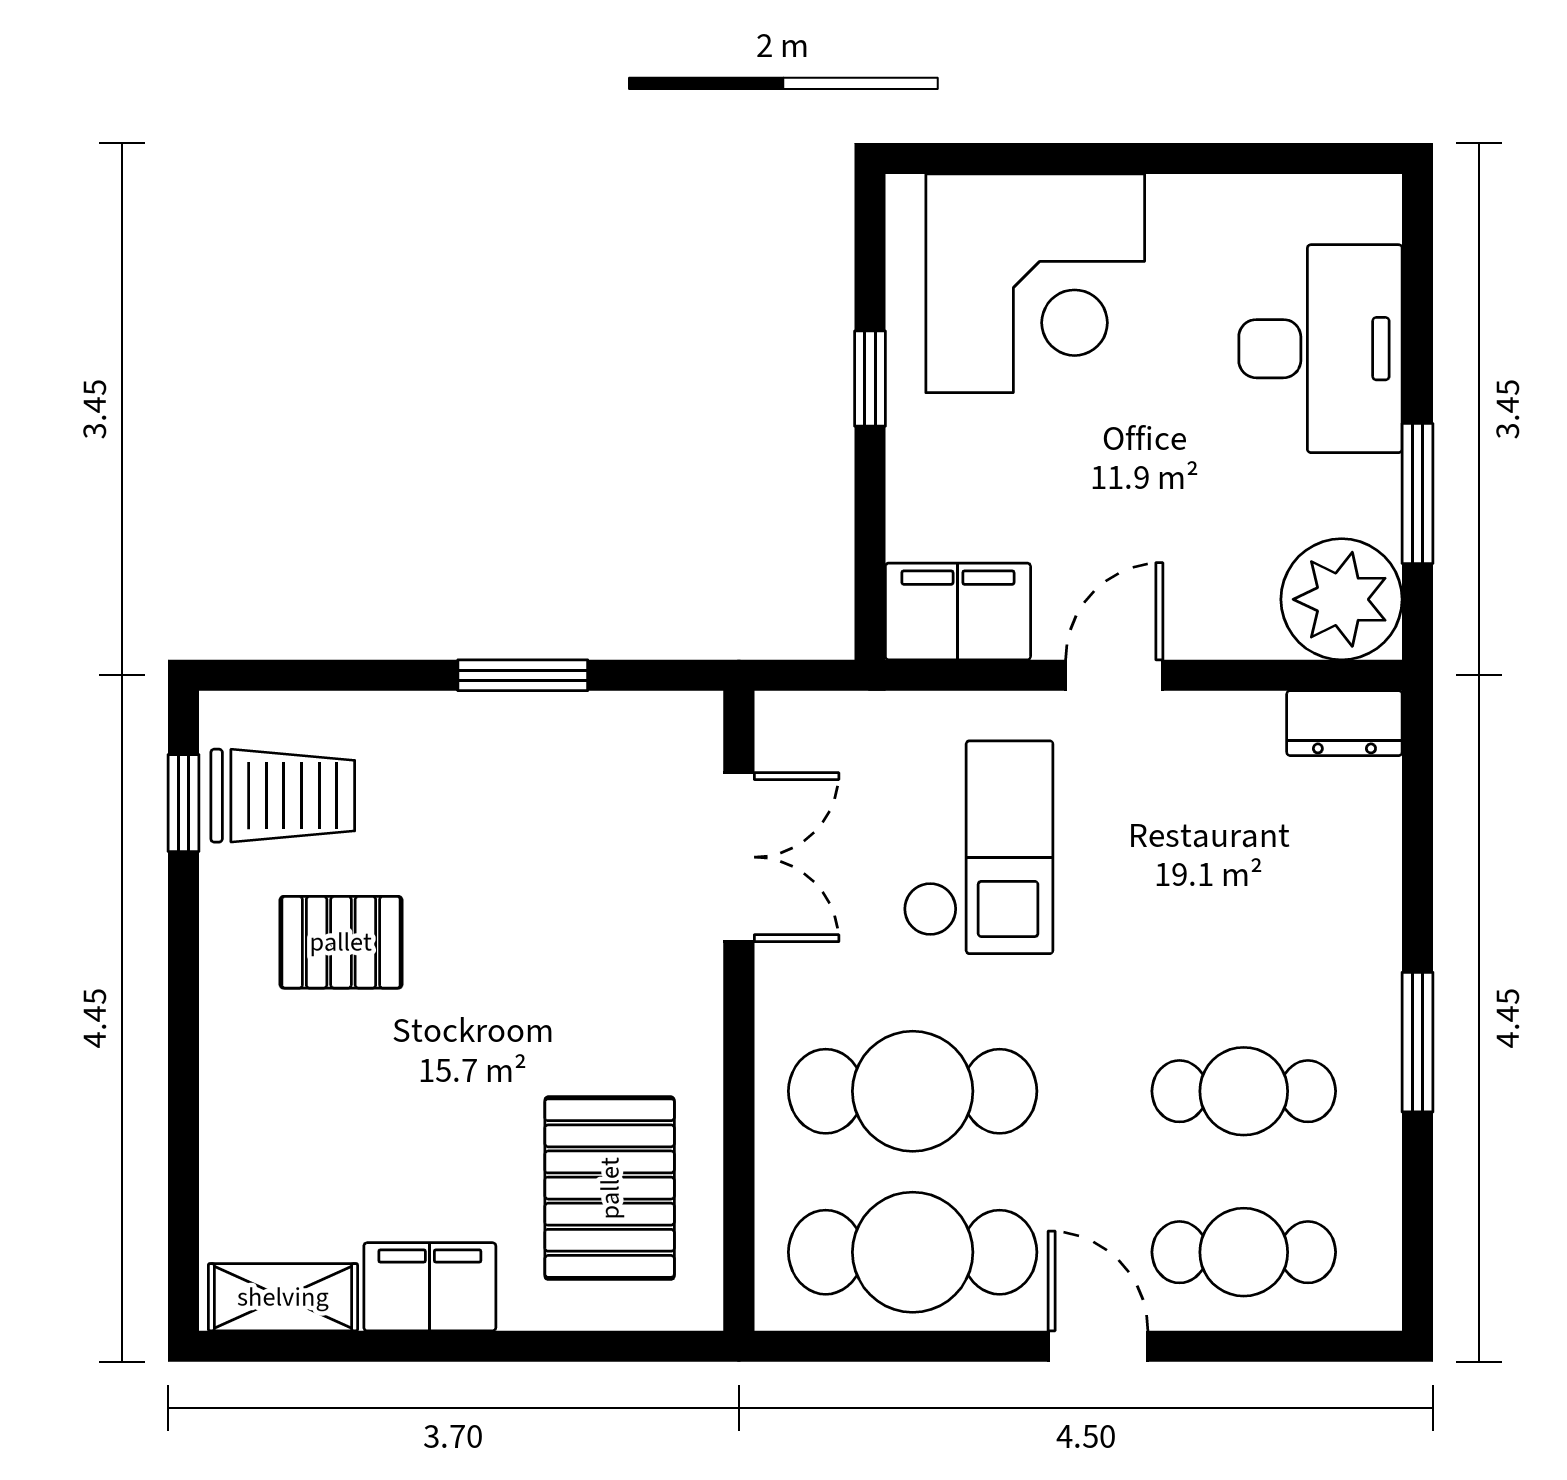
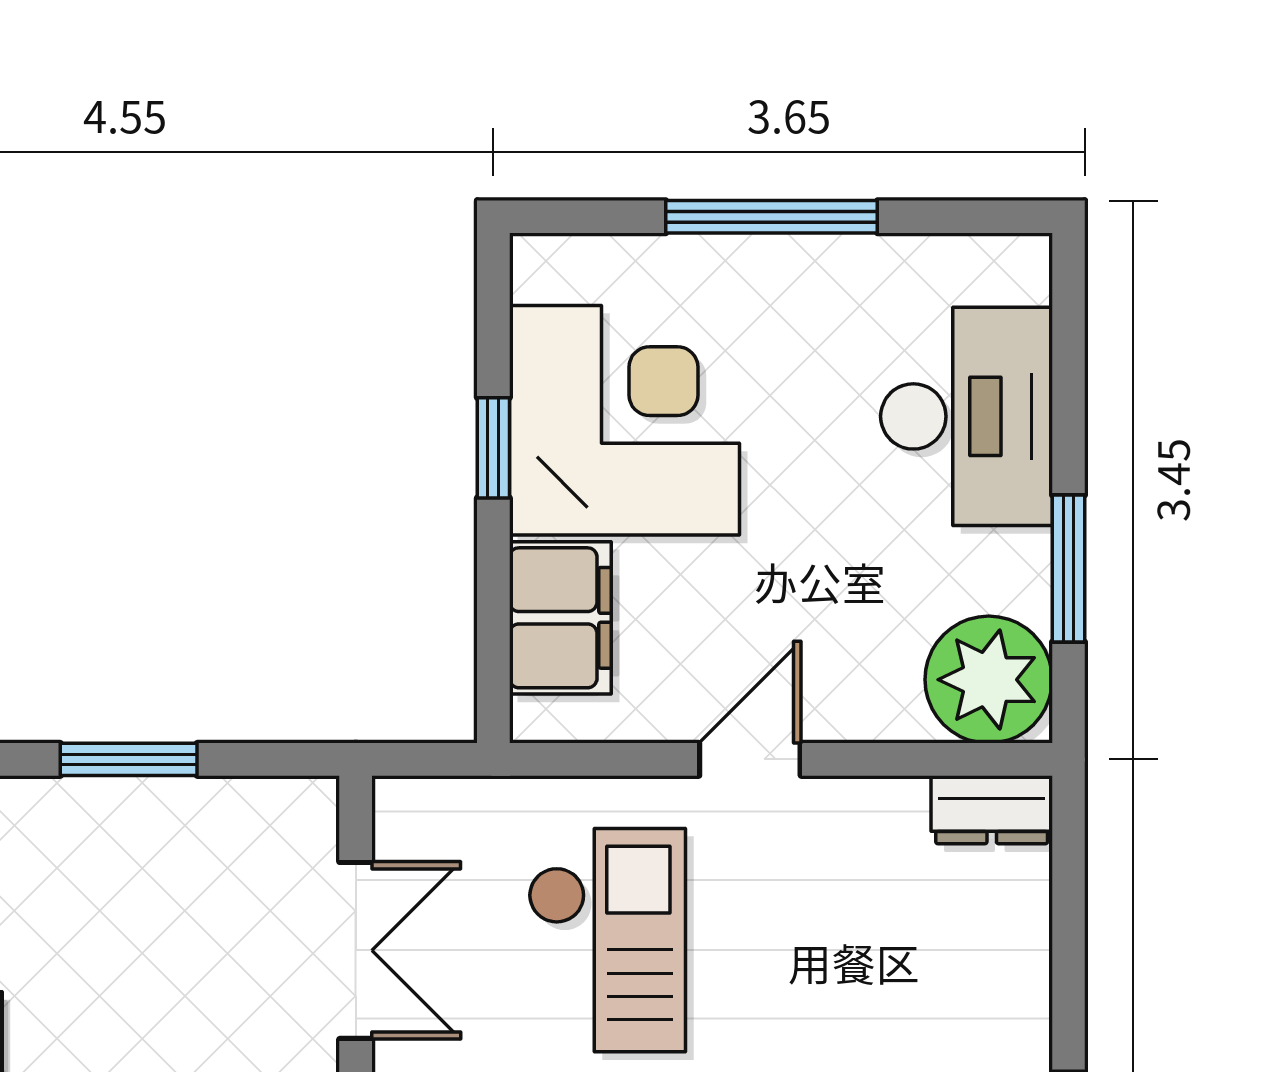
window: (1135, 159) -> (772, 217), added
corner desk: (1035, 283) -> (624, 420), moved, turned -90
filing cabinet: (958, 611) -> (560, 618), moved, turned 90

